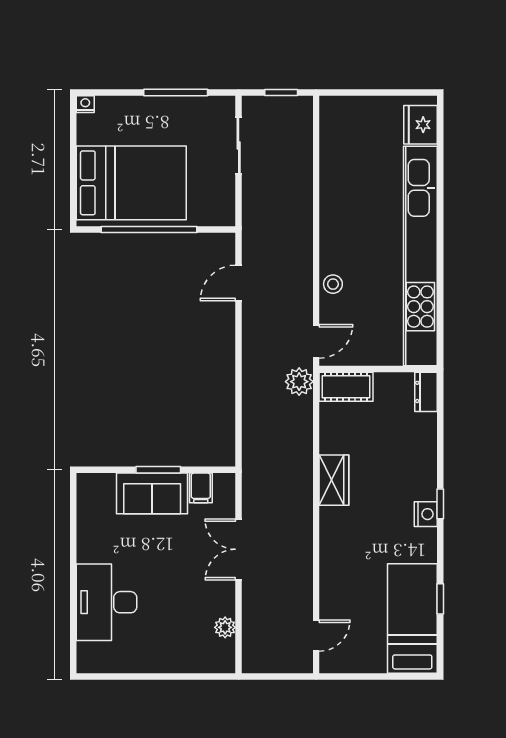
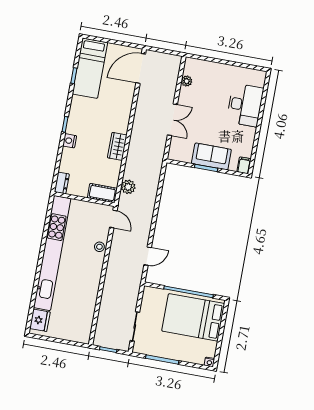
door: (316, 341) -> (113, 219), swing flipped
plant: (299, 382) -> (128, 187), moved
filing cabinet: (201, 488) -> (244, 165), moved
nightstand: (426, 514) -> (70, 141), moved
door: (316, 636) -> (141, 68), width x1.88

